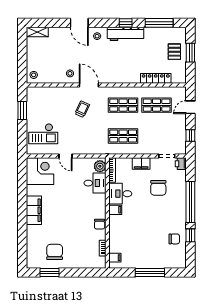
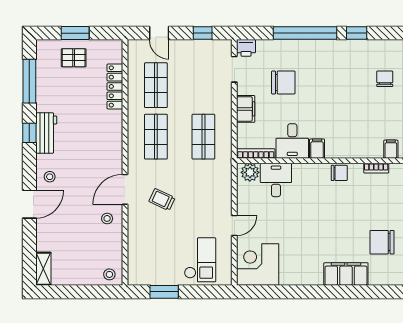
workbench: (125, 34) -> (46, 133), width x0.73
filing cabinet: (34, 210) -> (346, 274), moved
chair: (174, 239) -> (385, 79), moved

